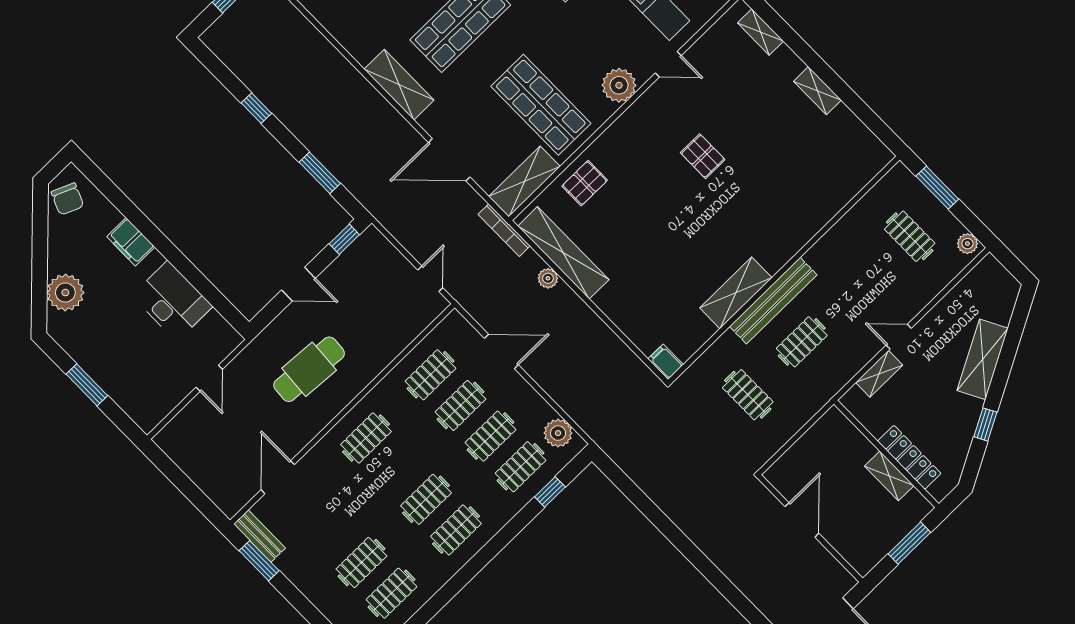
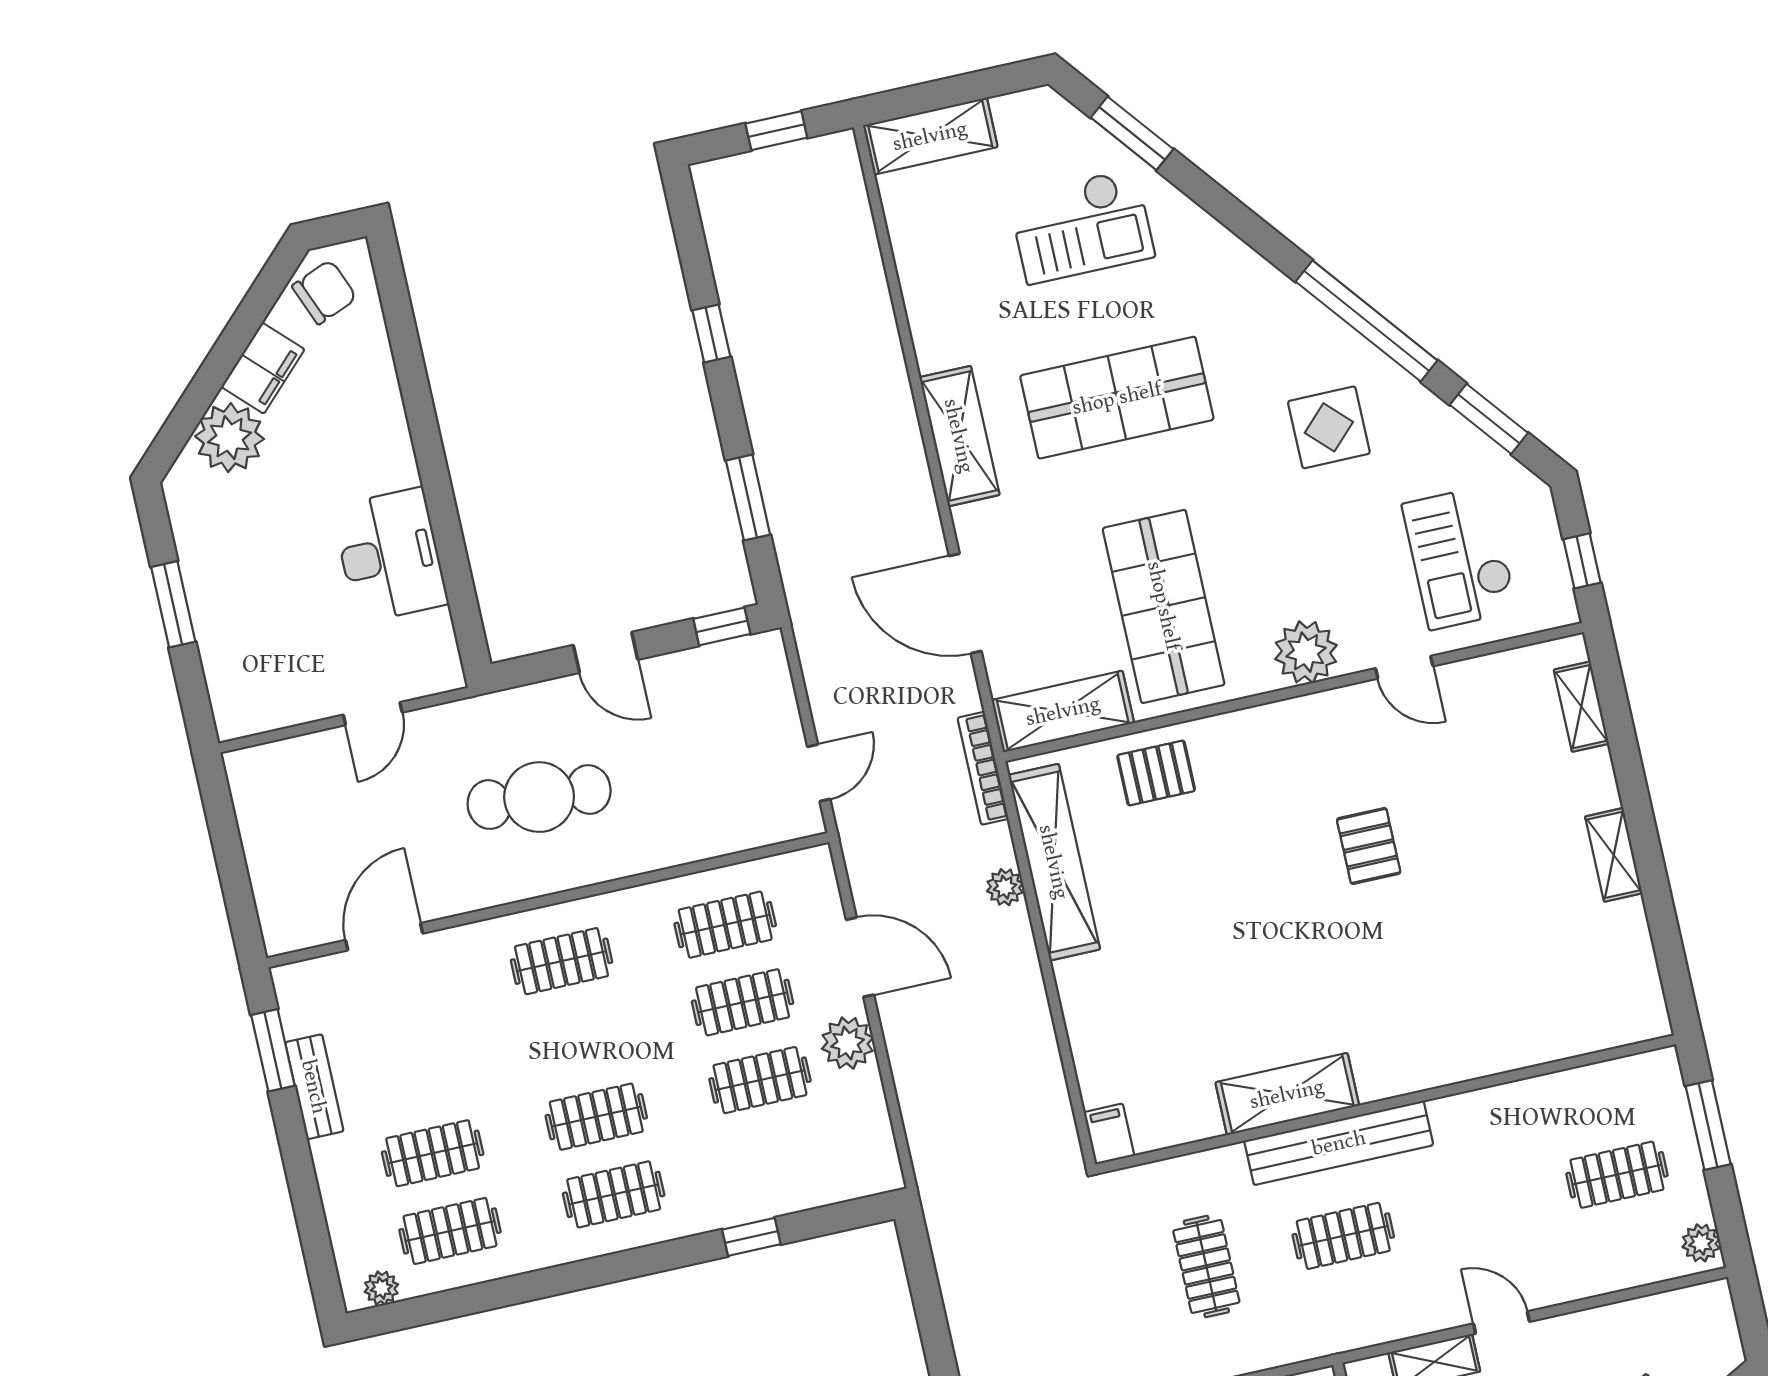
chair: (67, 199) -> (324, 292), turned -135
clothes rail: (910, 236) -> (1617, 1175), turned 90
filing cabinet: (131, 242) -> (263, 368), moved, turned -135
plant: (558, 433) -> (848, 1043), moved
clothes rail: (521, 467) -> (777, 1158), removed
window: (550, 492) -> (751, 1237), moved
bench: (259, 536) -> (314, 1087), moved

